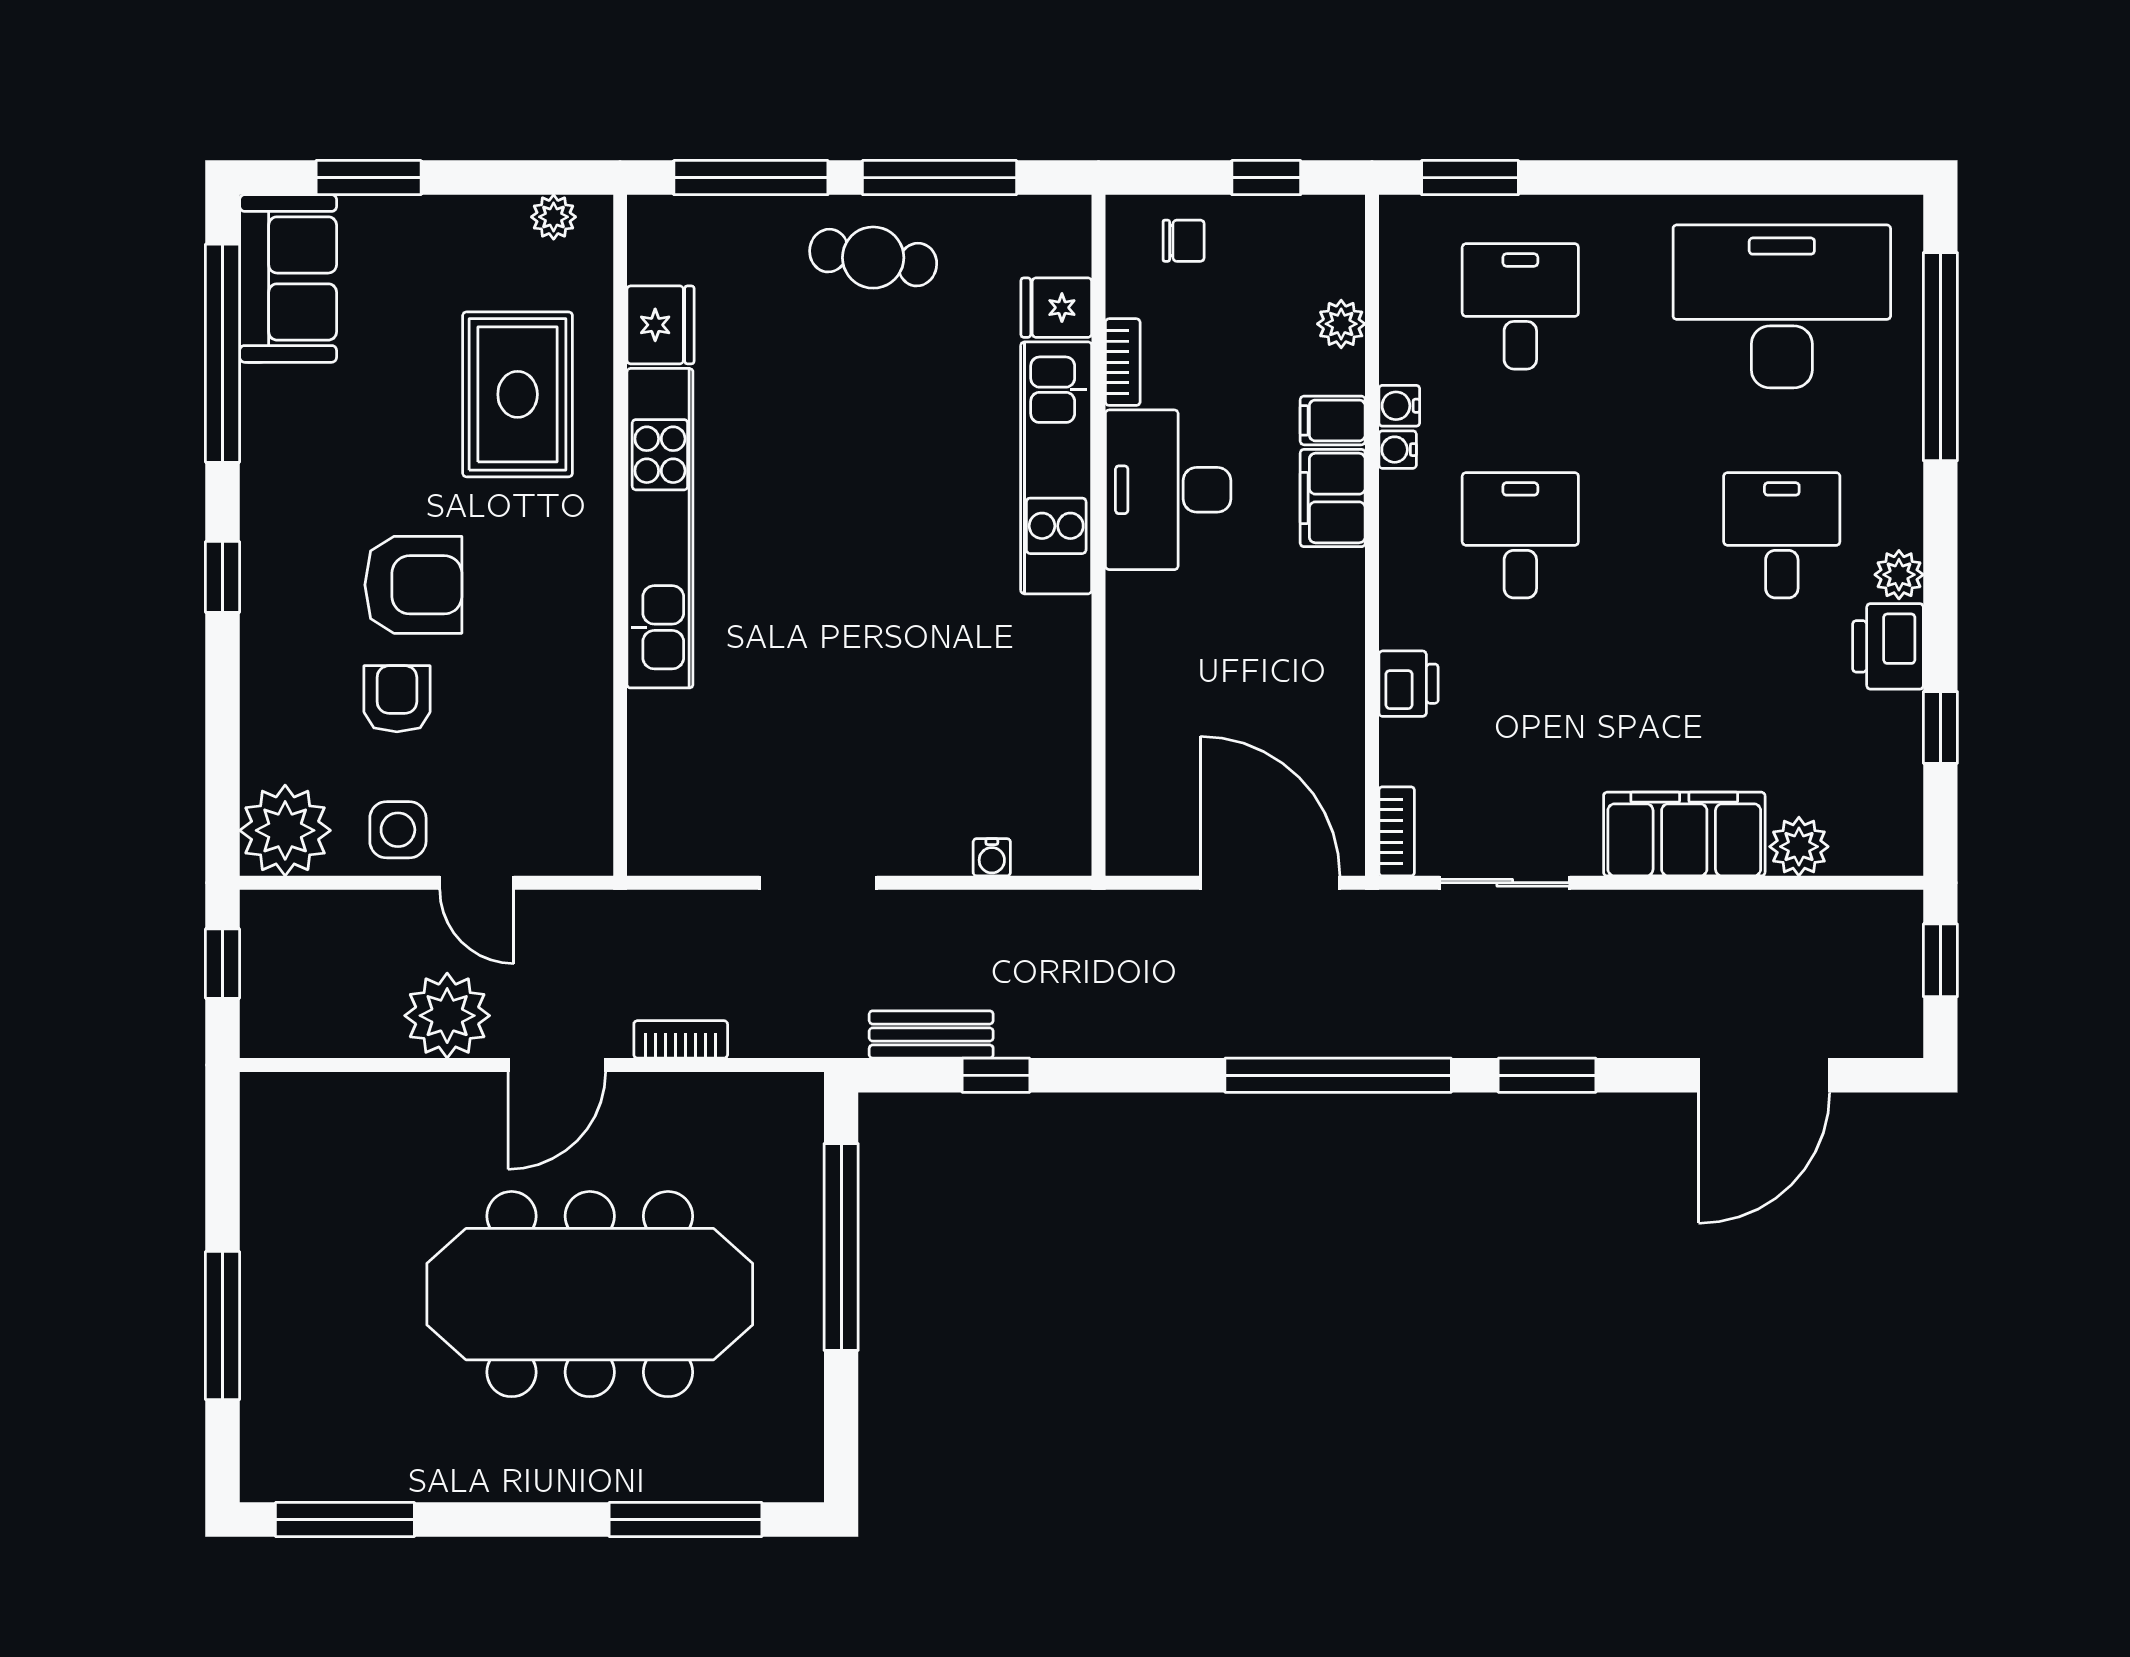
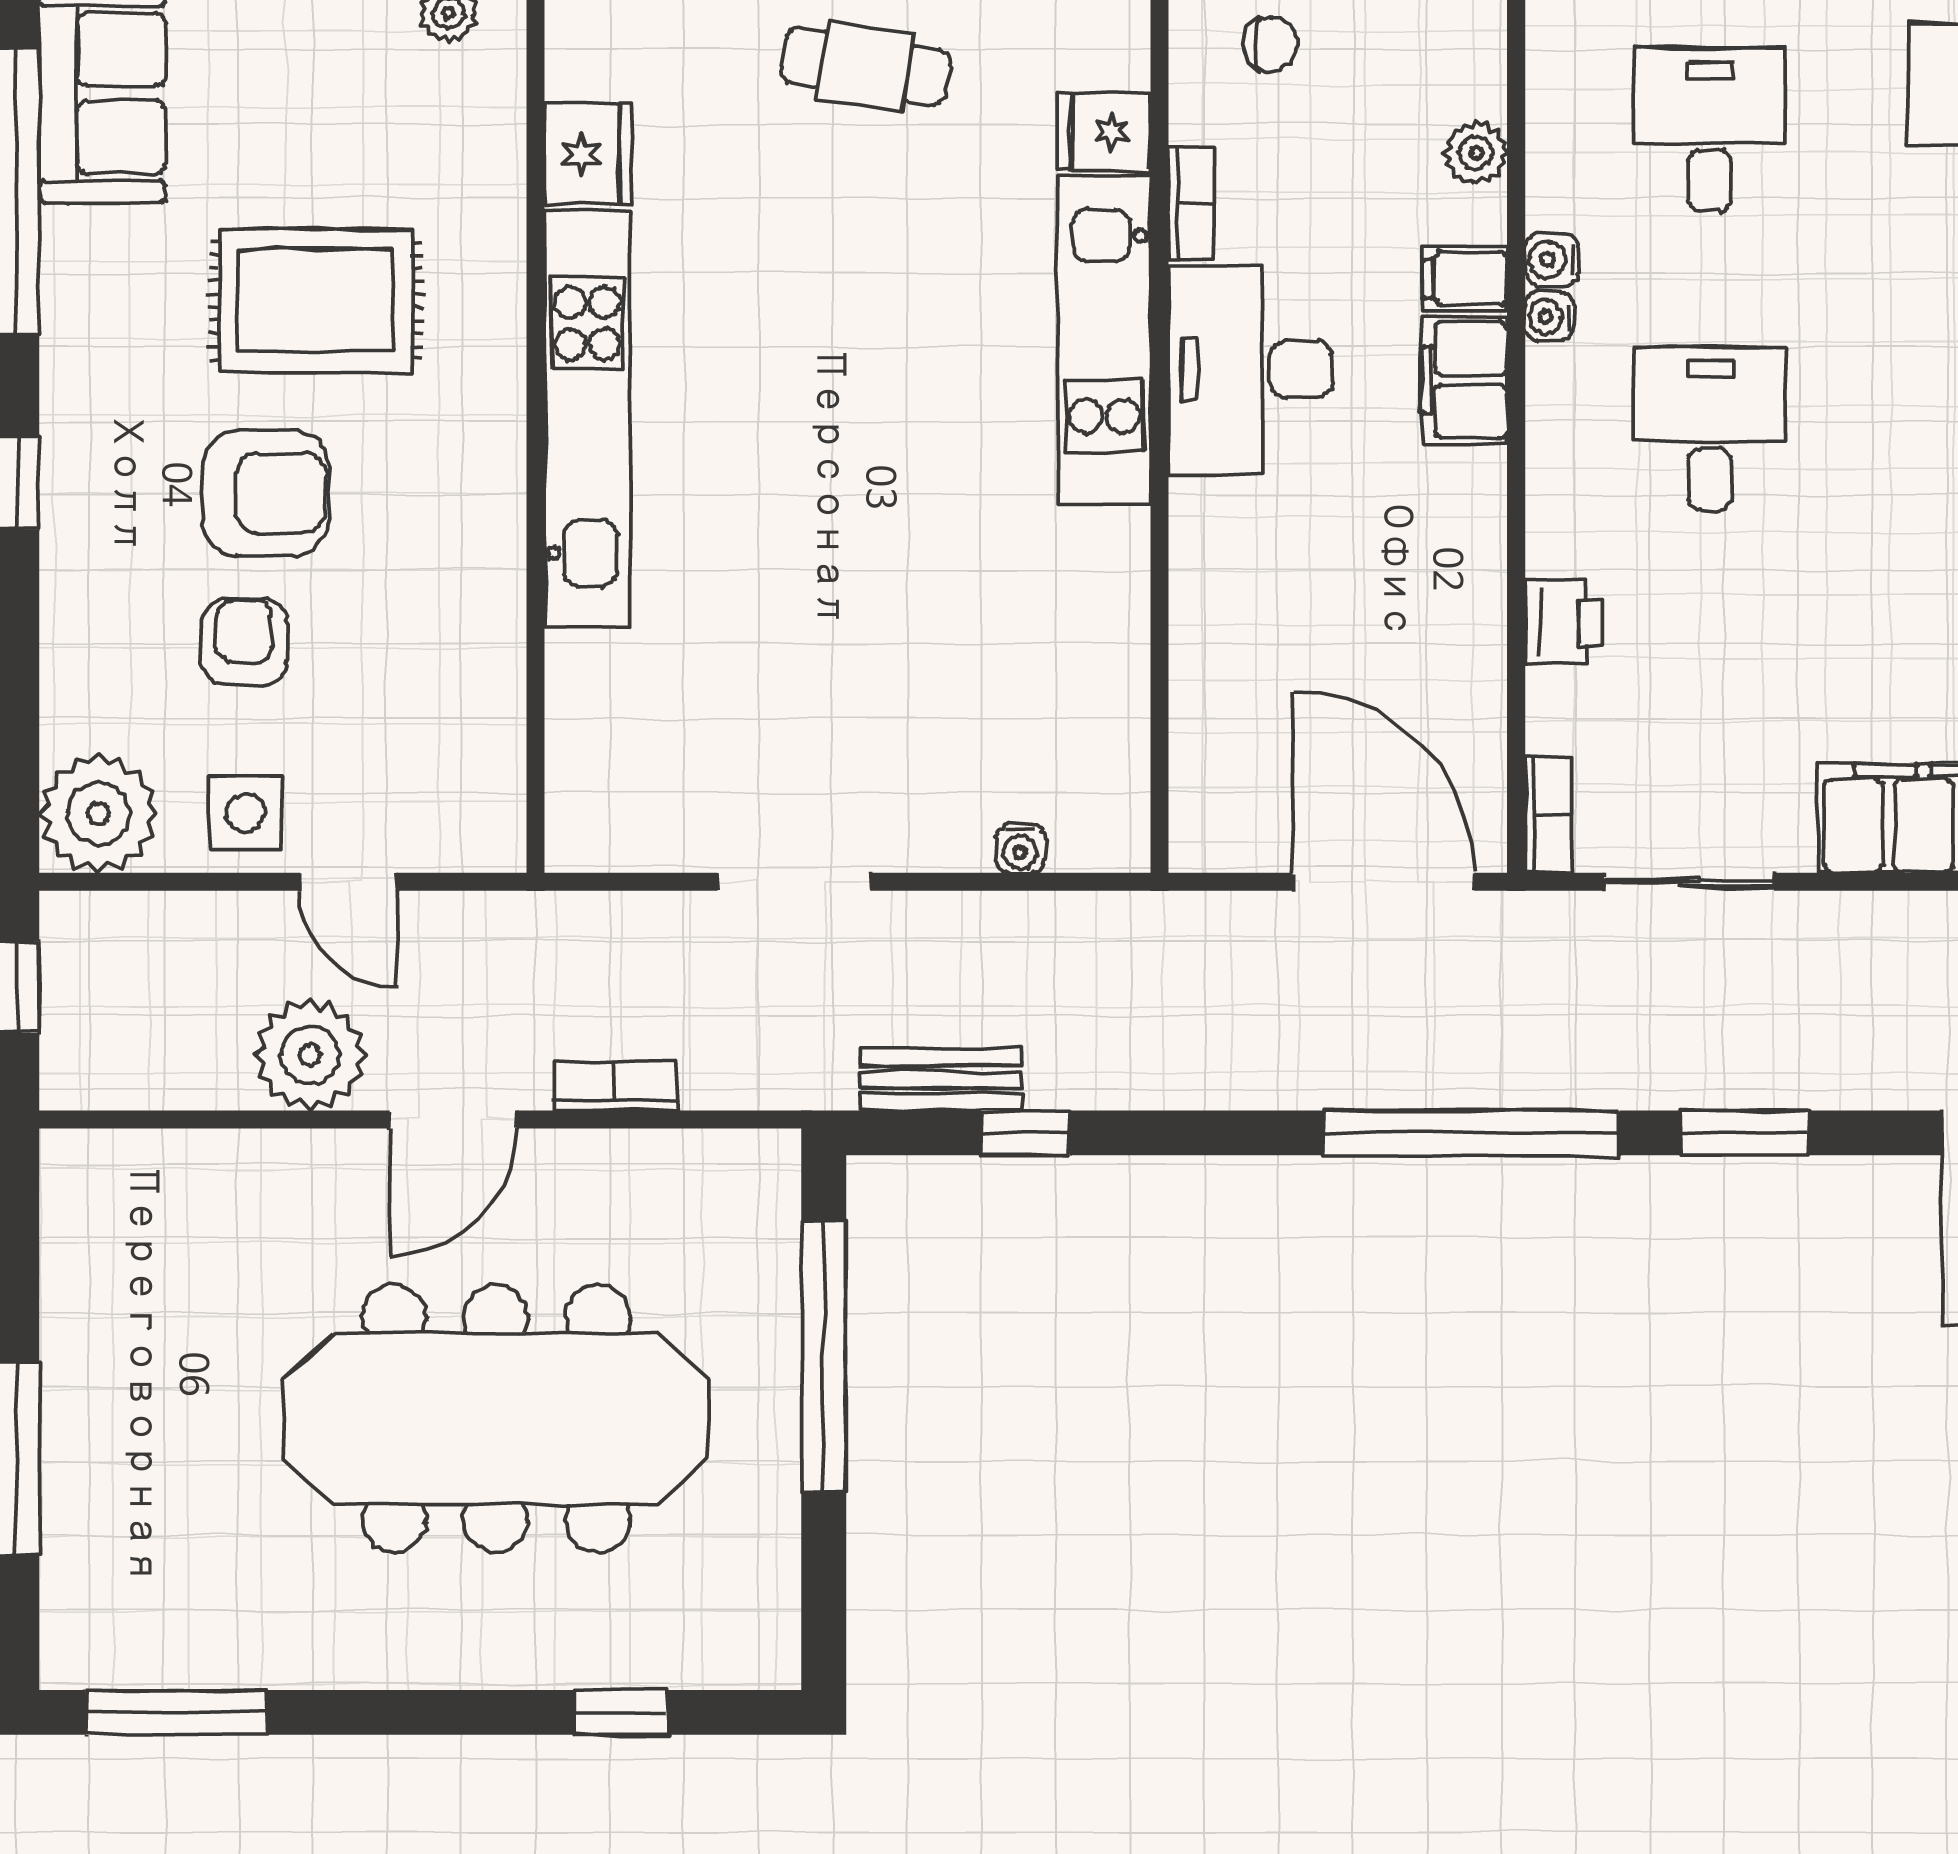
rug: (518, 394) -> (316, 301), moved, turned 90
window: (686, 1520) -> (621, 1712), width x0.46

